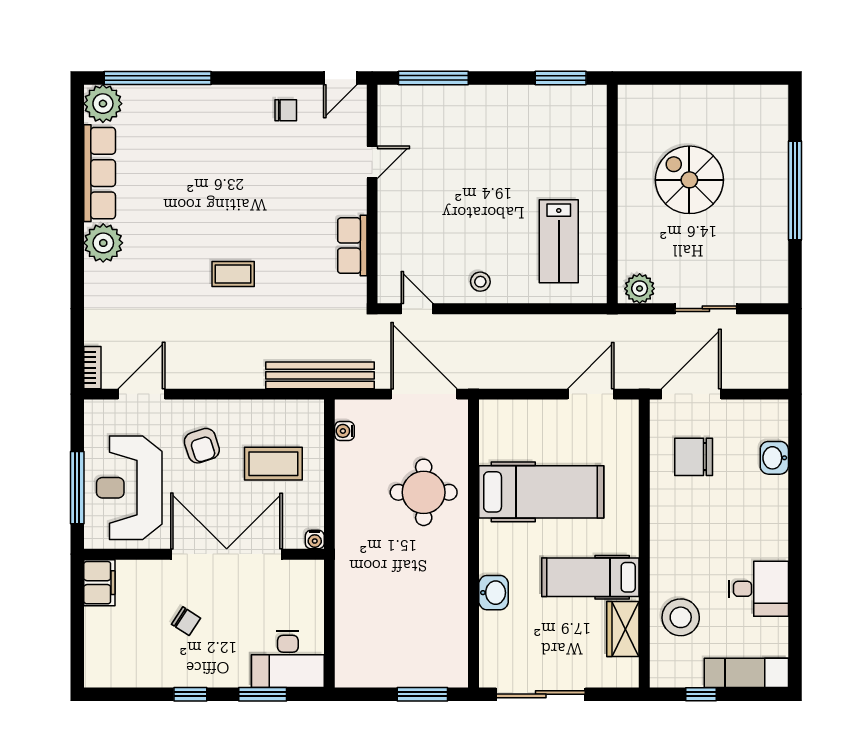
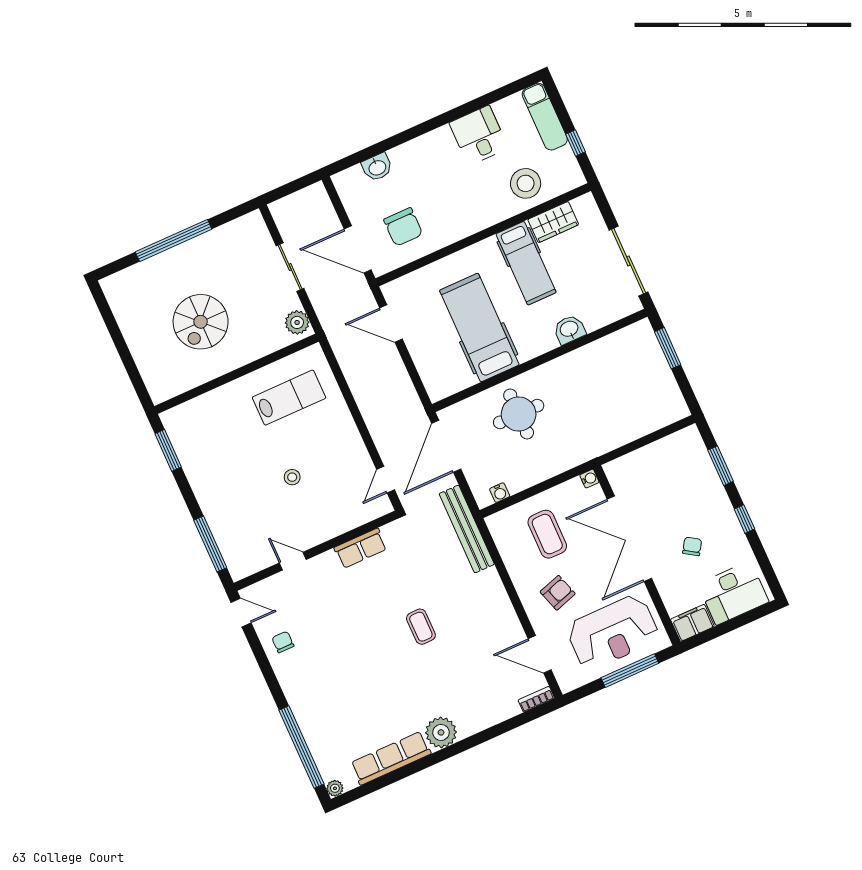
plant: (103, 104) -> (335, 788), width x0.53, depth x0.53
stool: (480, 282) -> (292, 477), moved
desk: (288, 659) -> (733, 593), moved, turned 90

